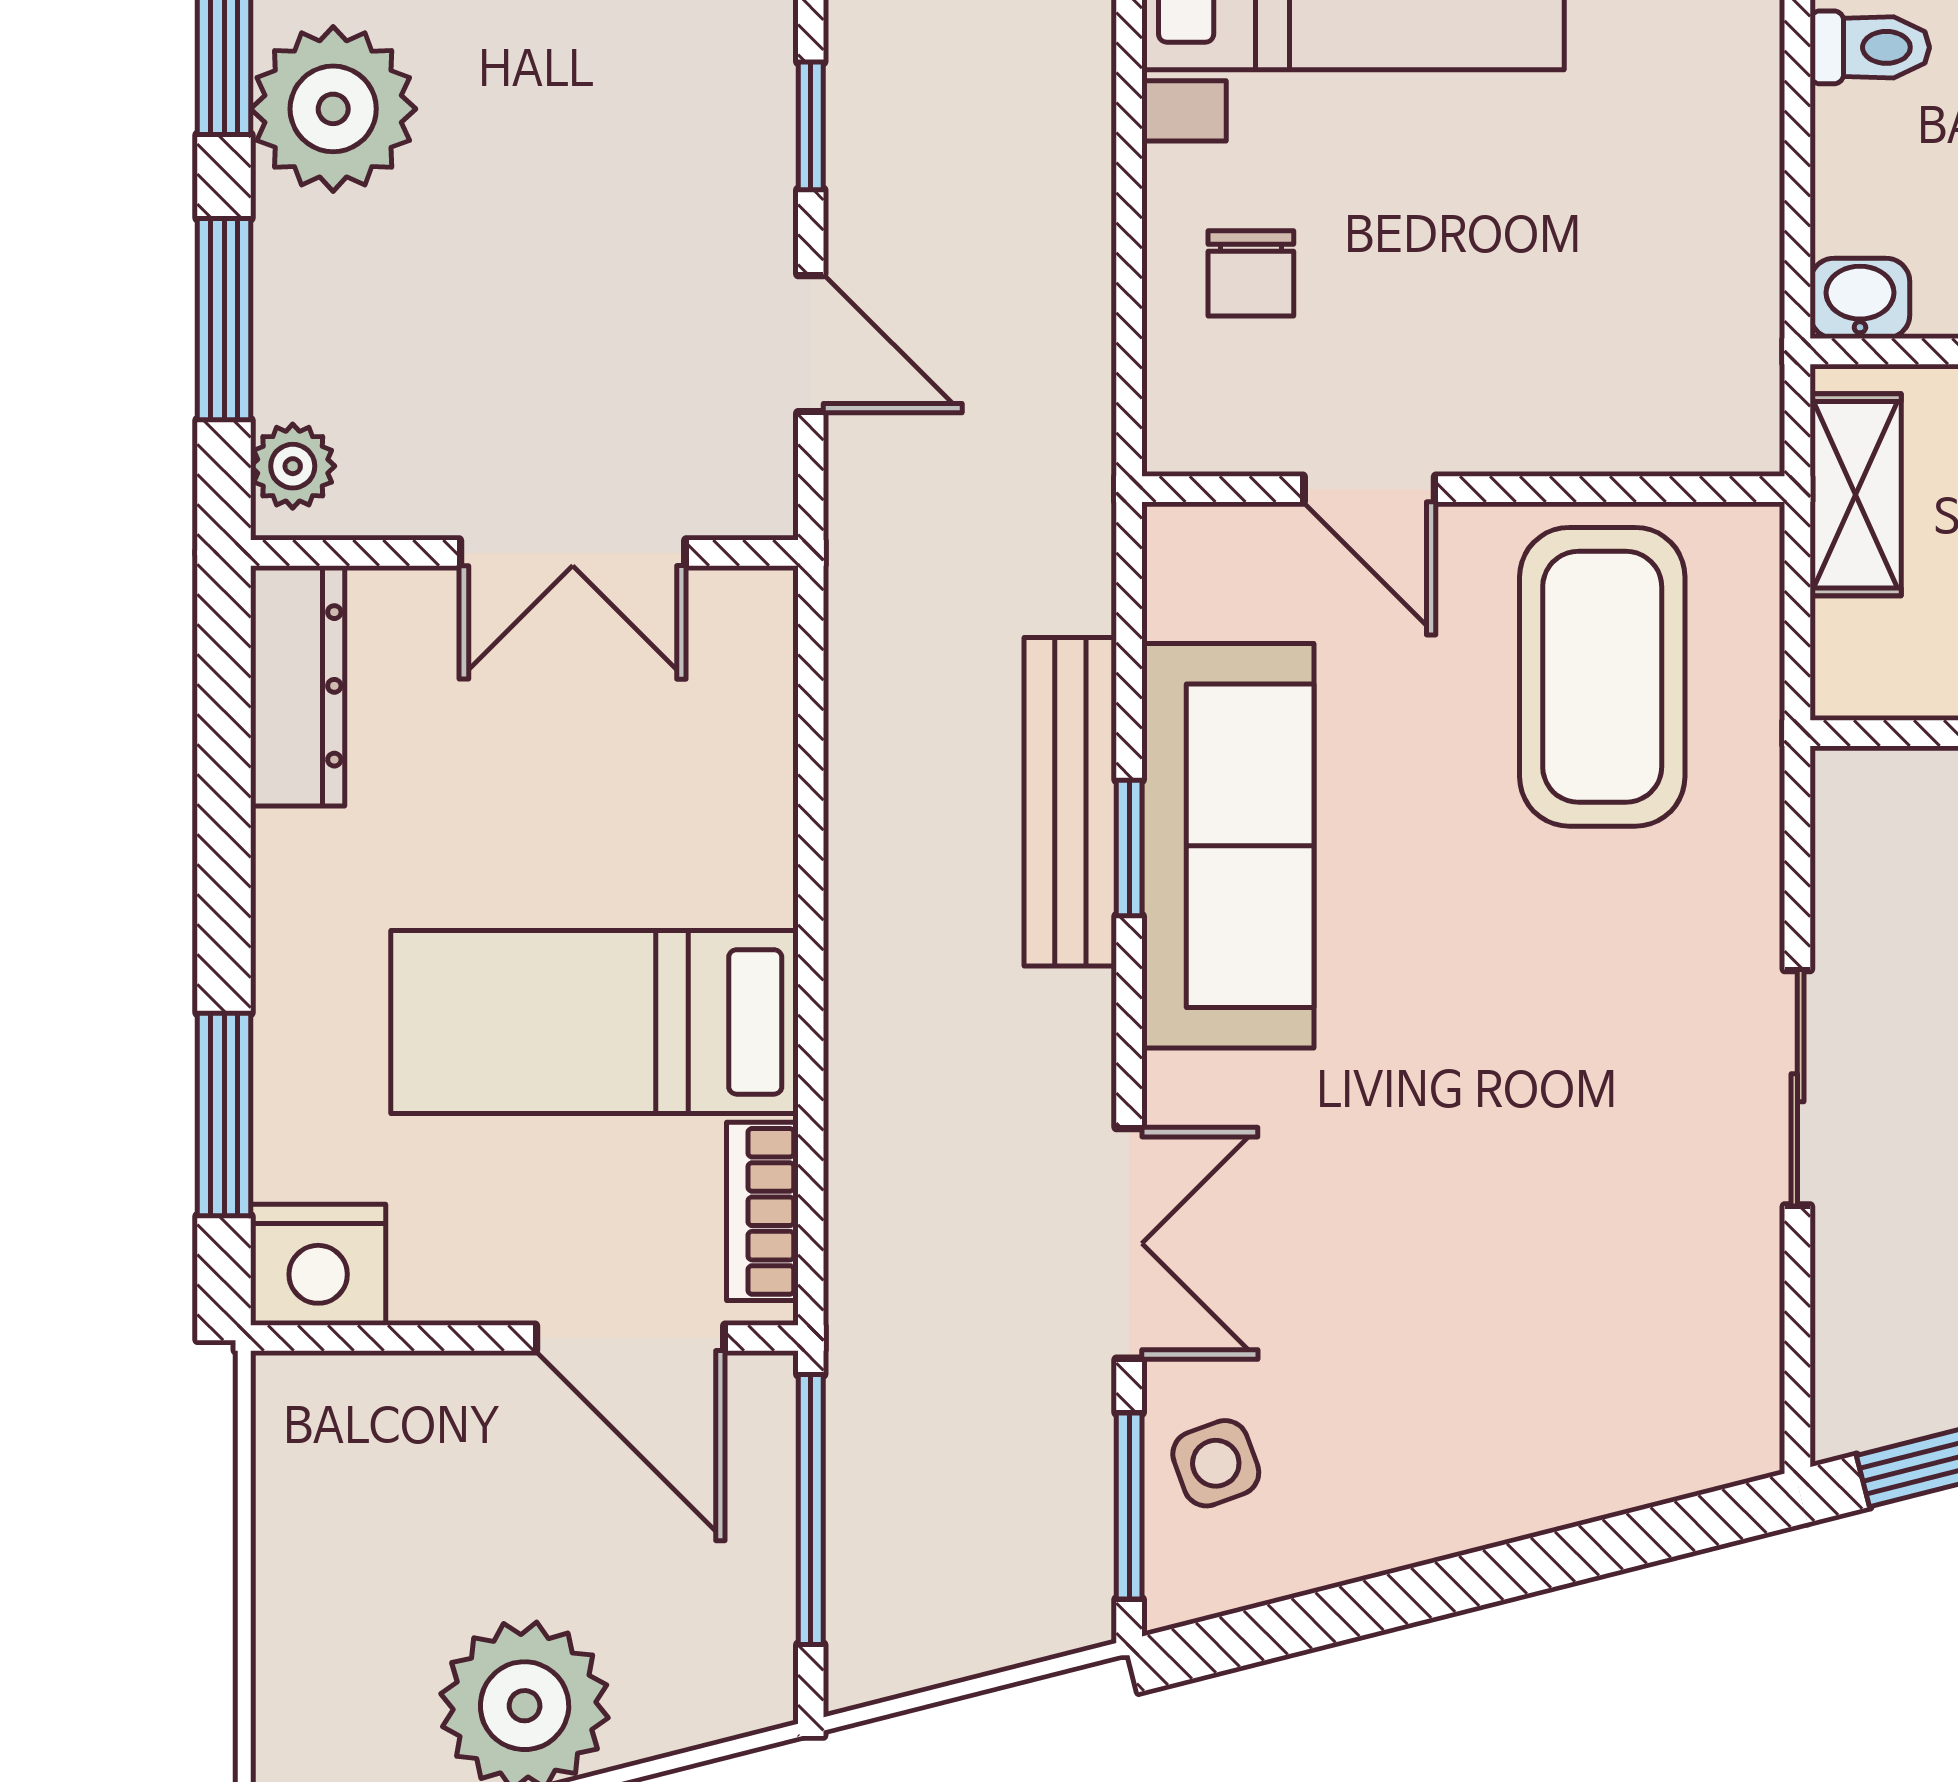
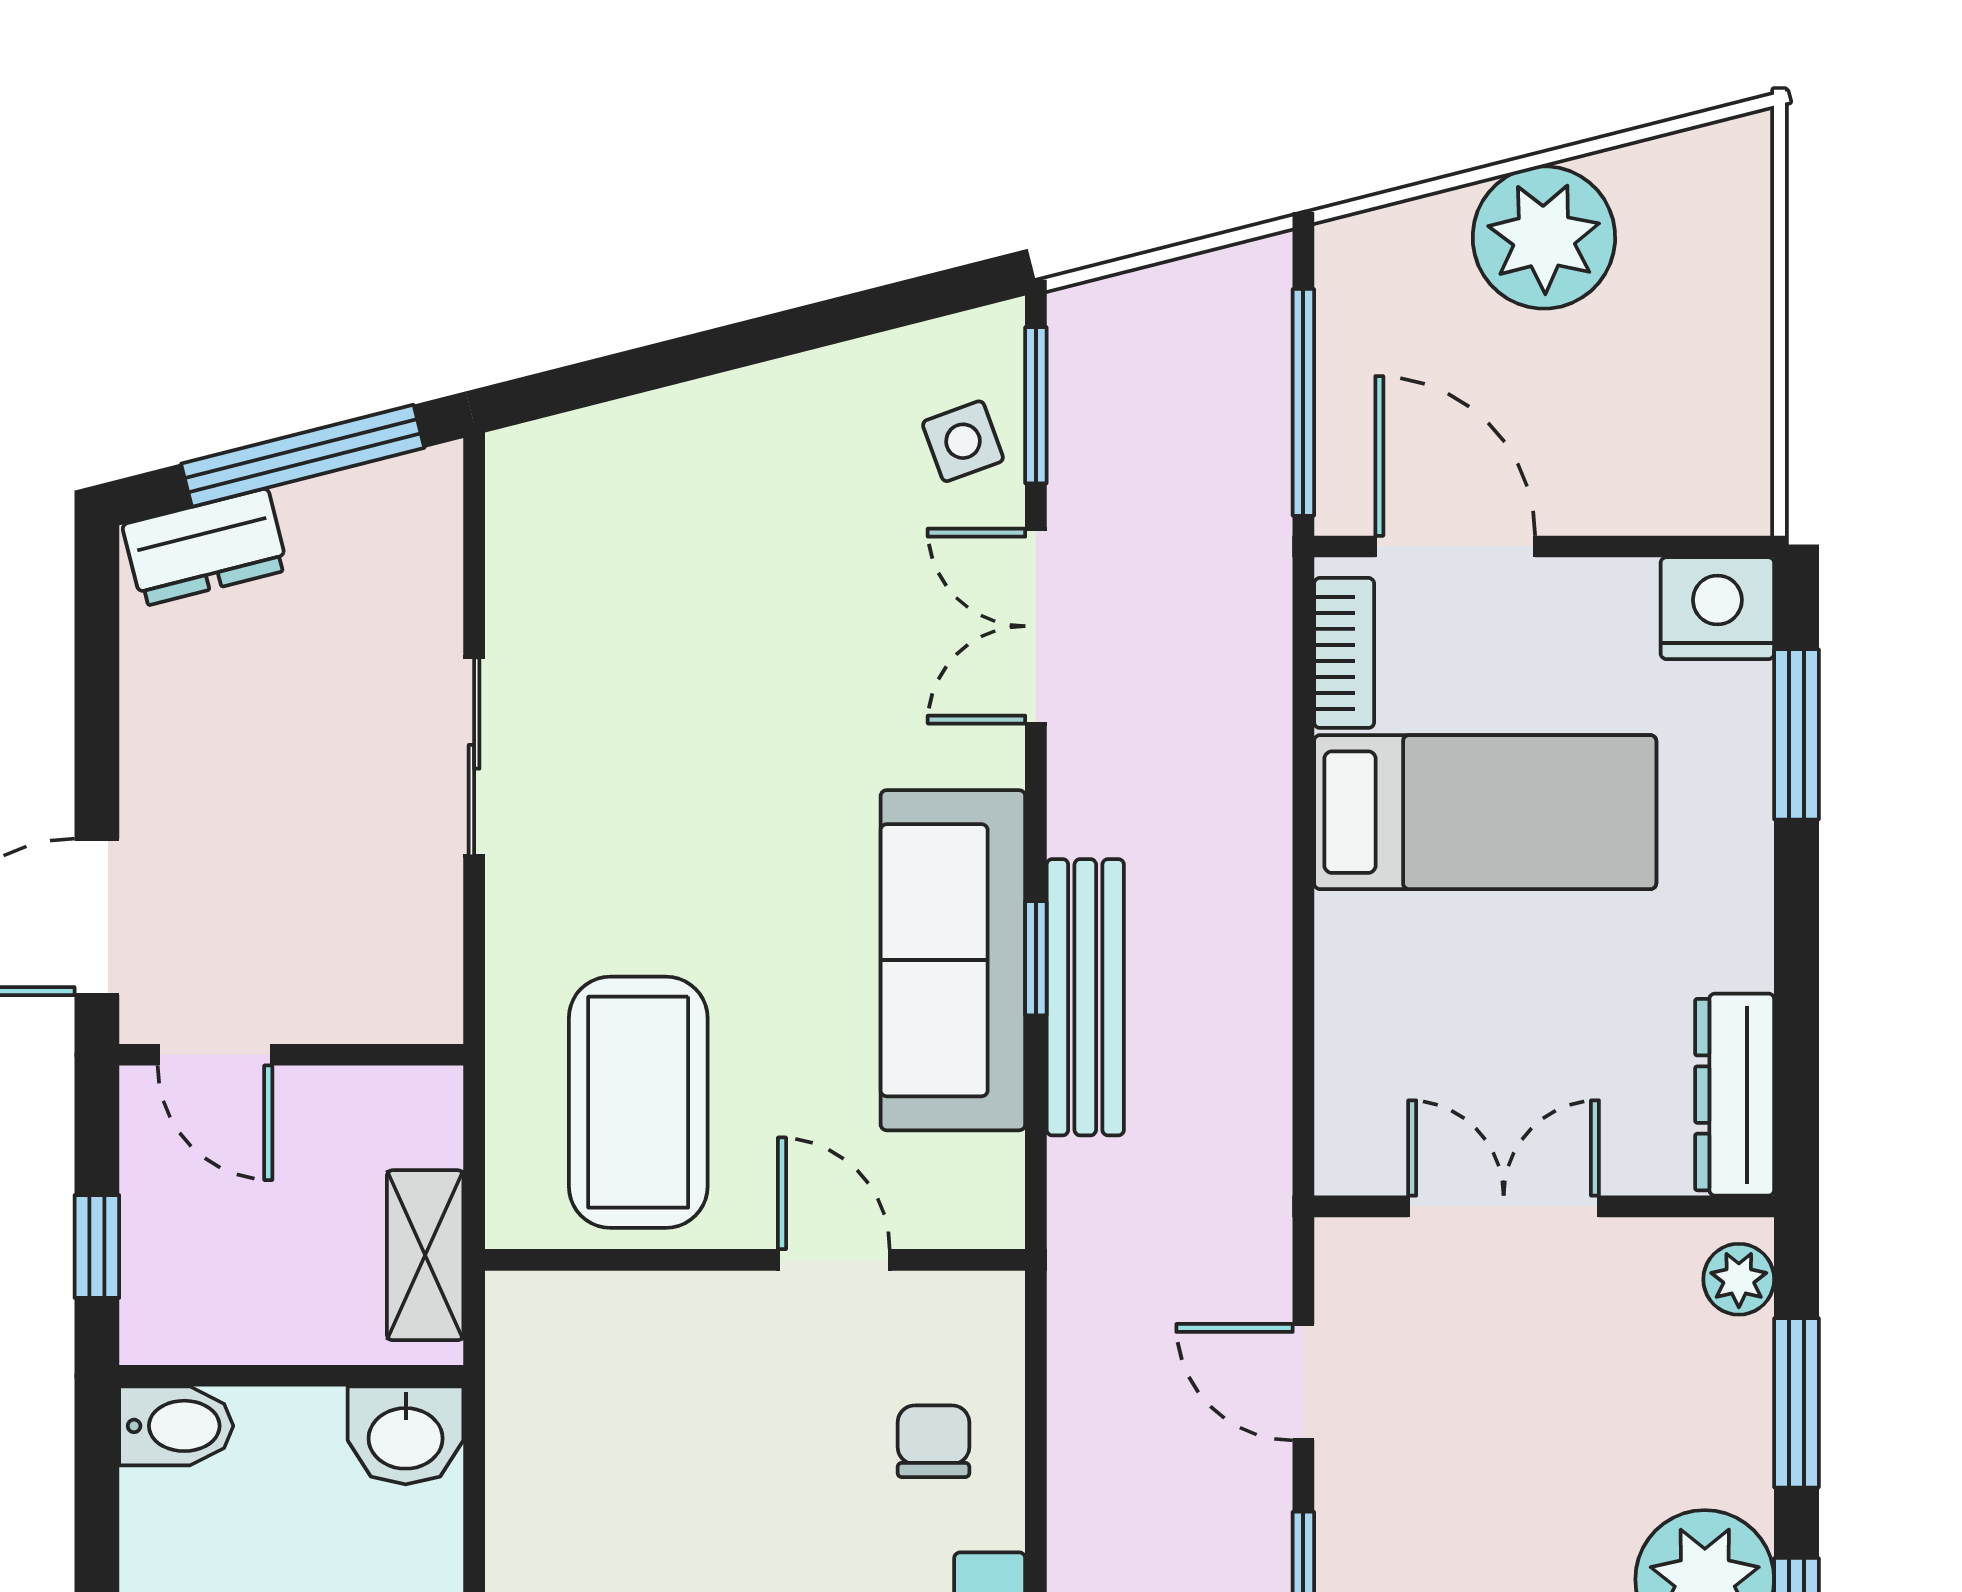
washbasin: (1860, 298) -> (406, 1435), width x1.38, depth x1.45

